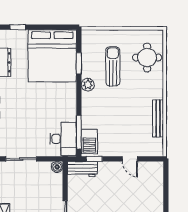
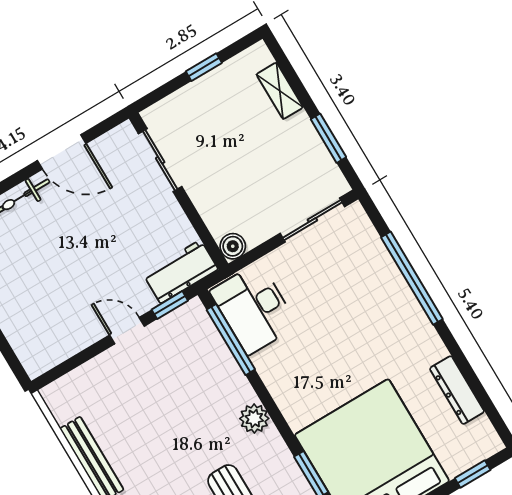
plant: (88, 85) -> (254, 419), moved
barbecue: (89, 141) -> (199, 334), removed
door: (130, 159) -> (127, 331), moved

